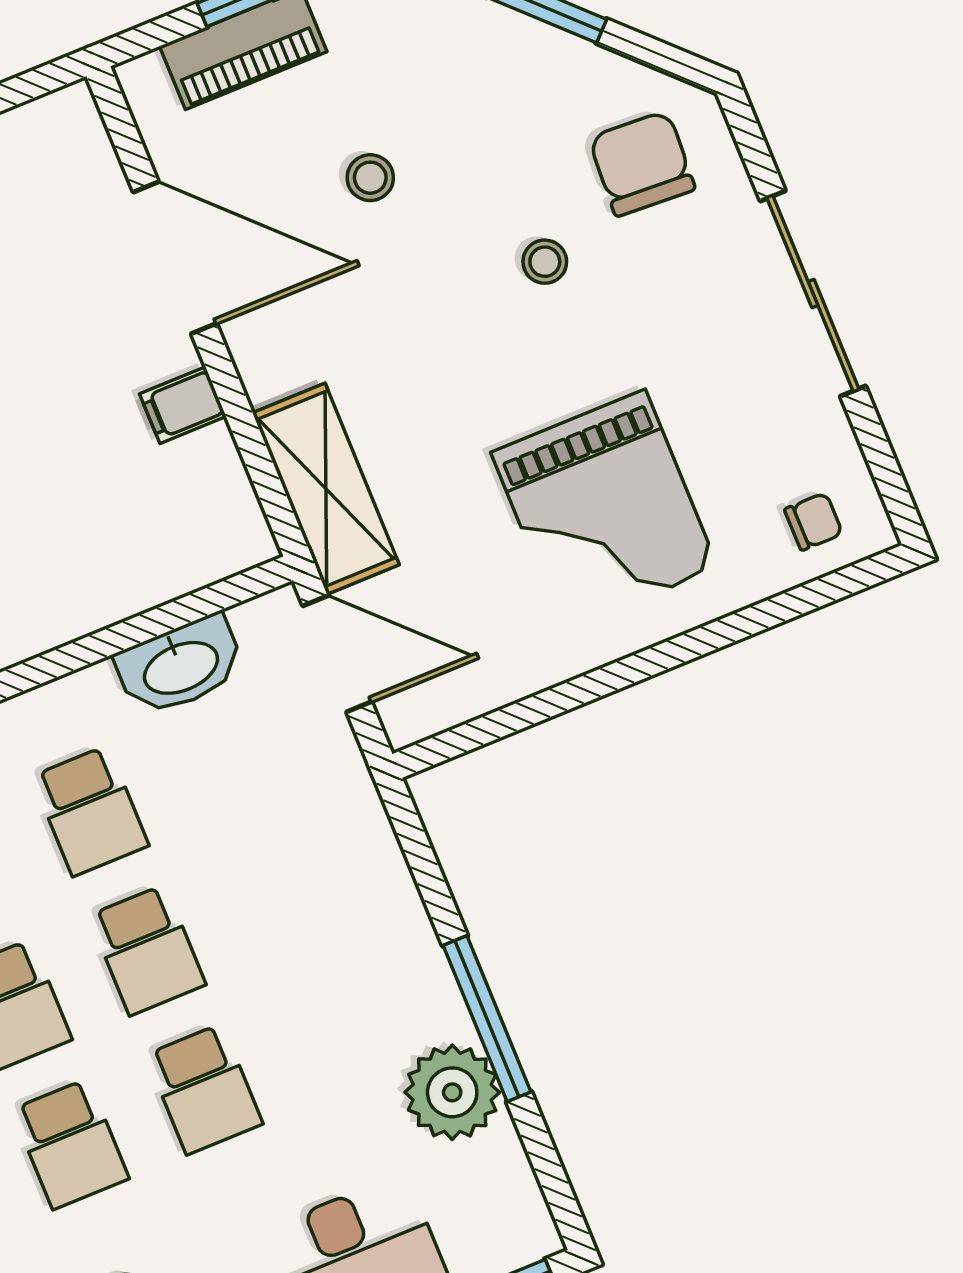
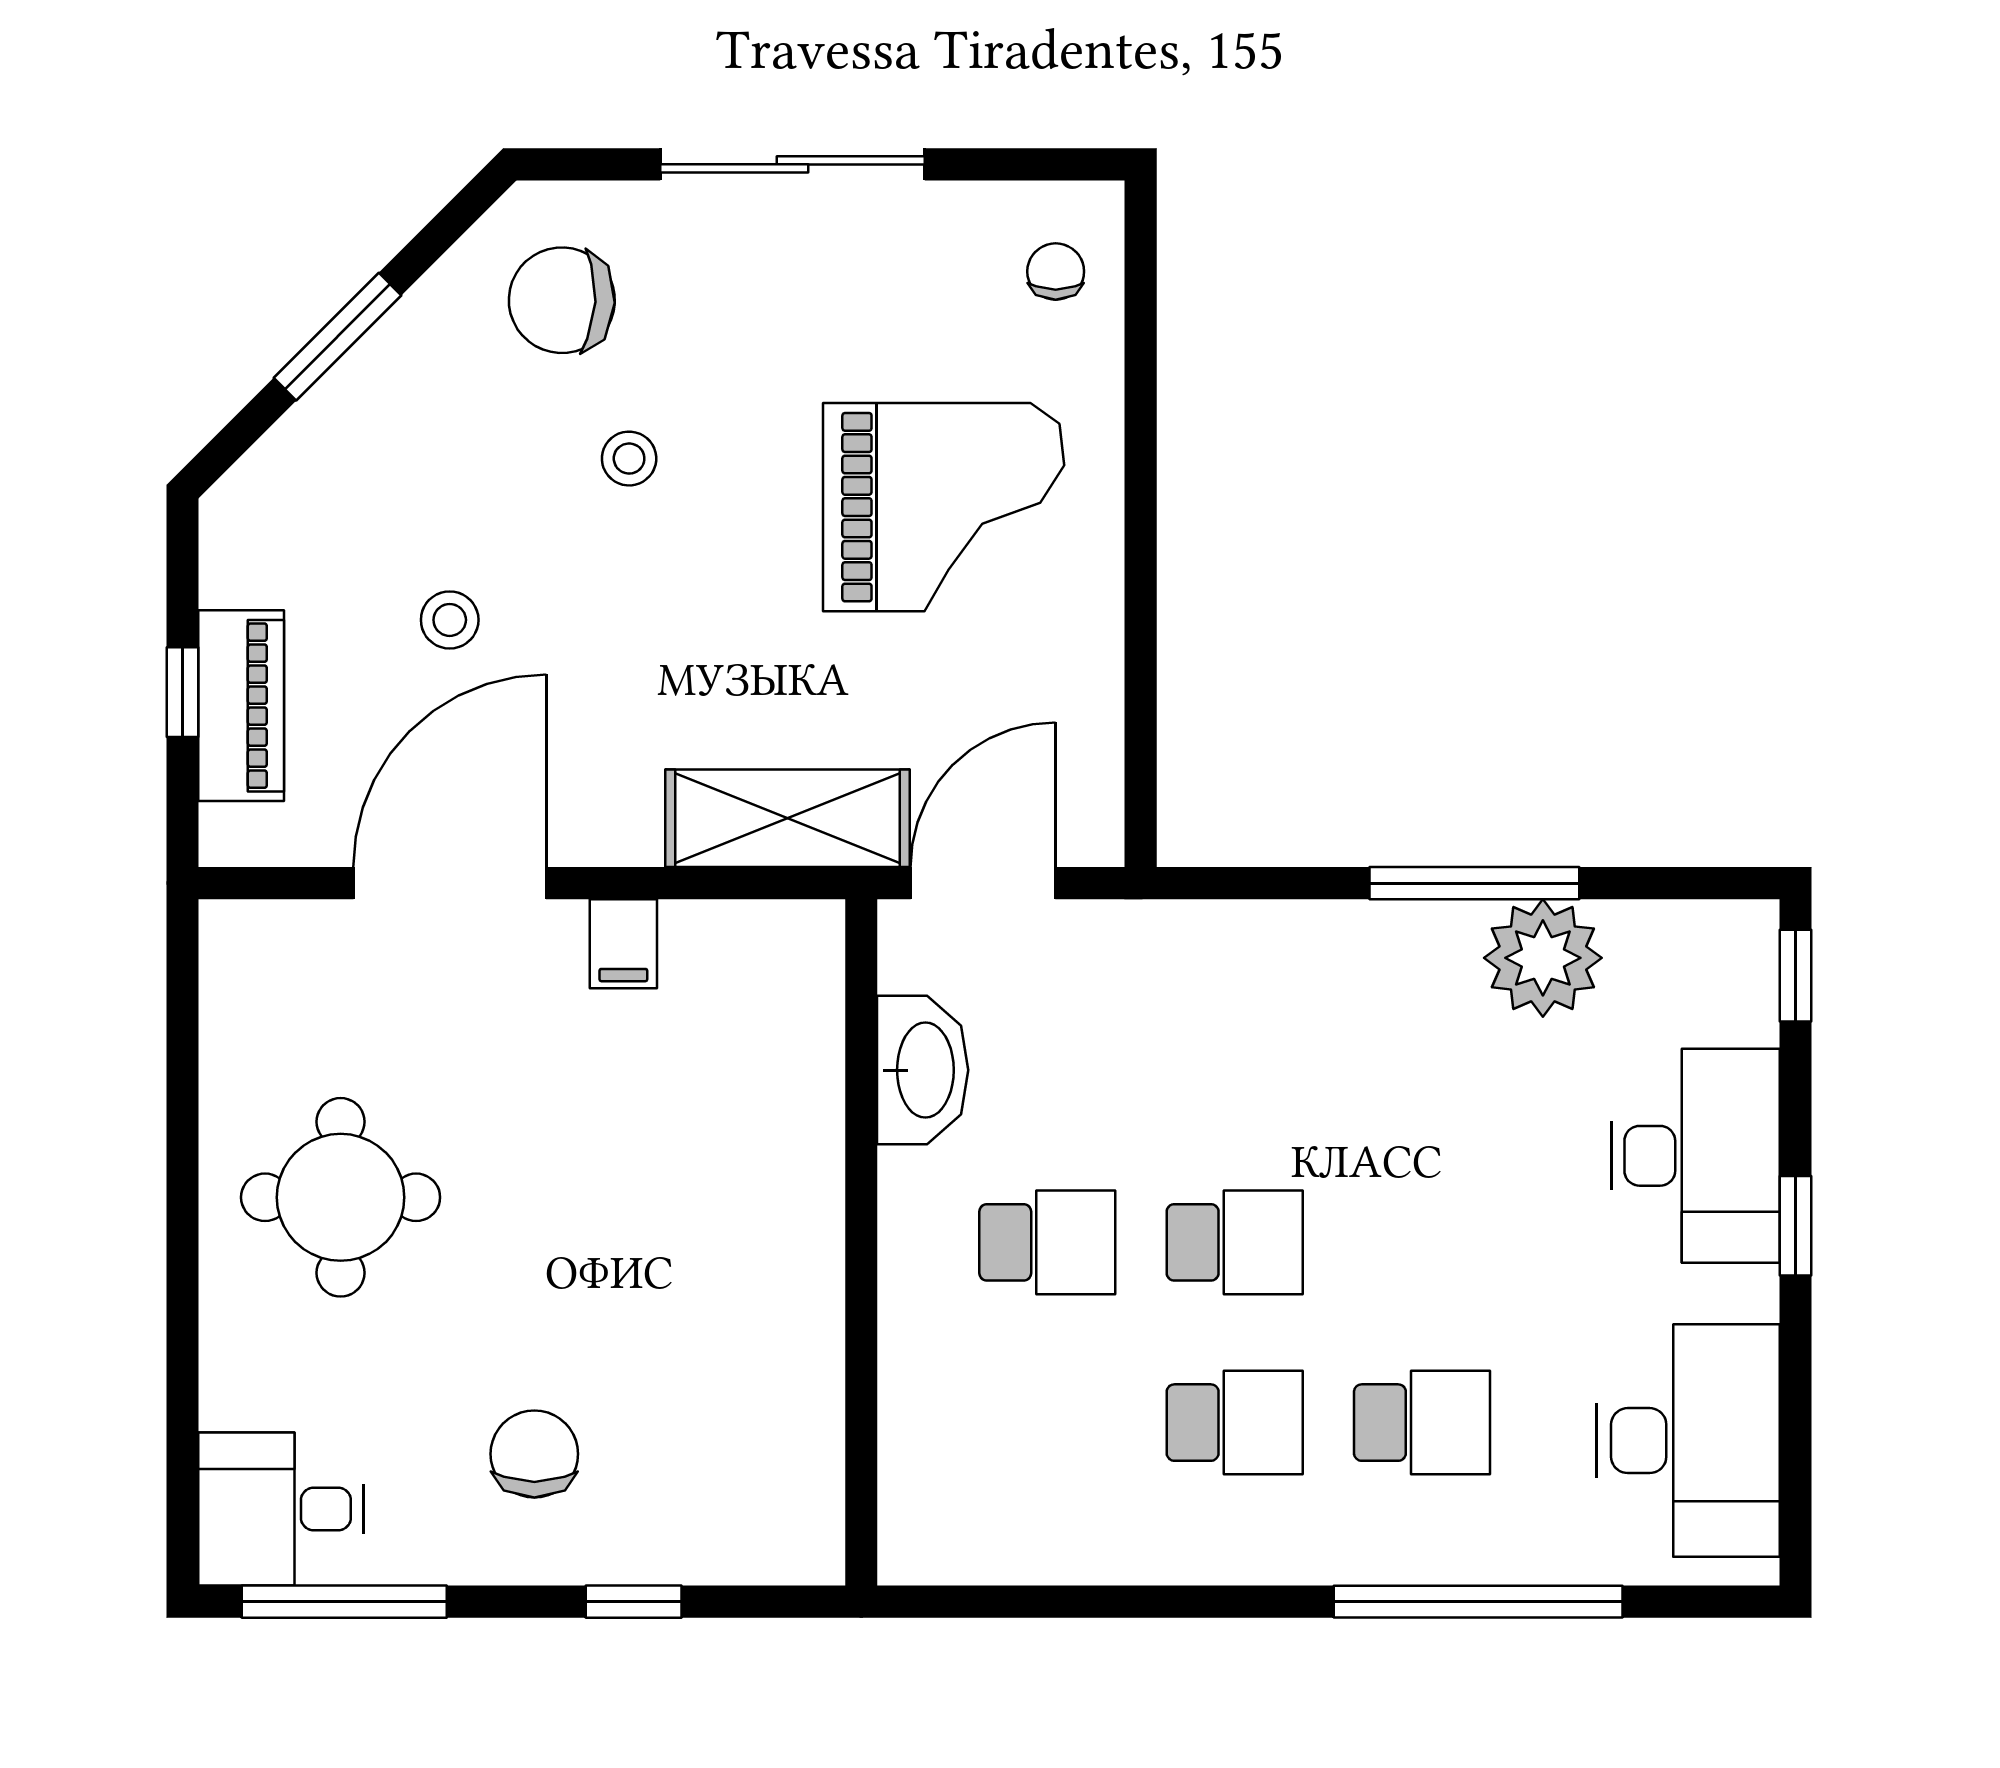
school desk: (204, 1089) -> (1422, 1242), removed

